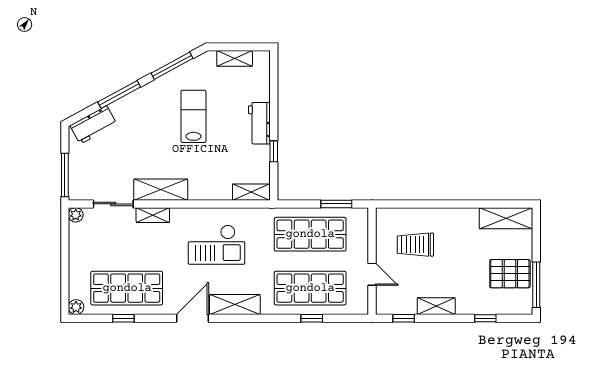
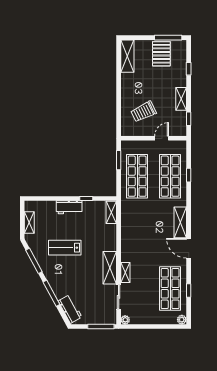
checkout: (216, 245) -> (144, 234), removed
trolley: (415, 245) -> (143, 112), turned 64

